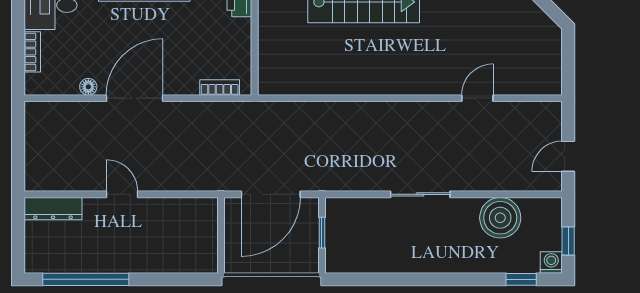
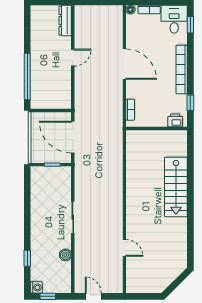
floor lamp: (88, 87) -> (130, 10), moved
boiler: (500, 218) -> (65, 255), width x0.54, depth x0.54
window: (86, 279) -> (27, 77), moved
window: (521, 279) -> (27, 258), moved

